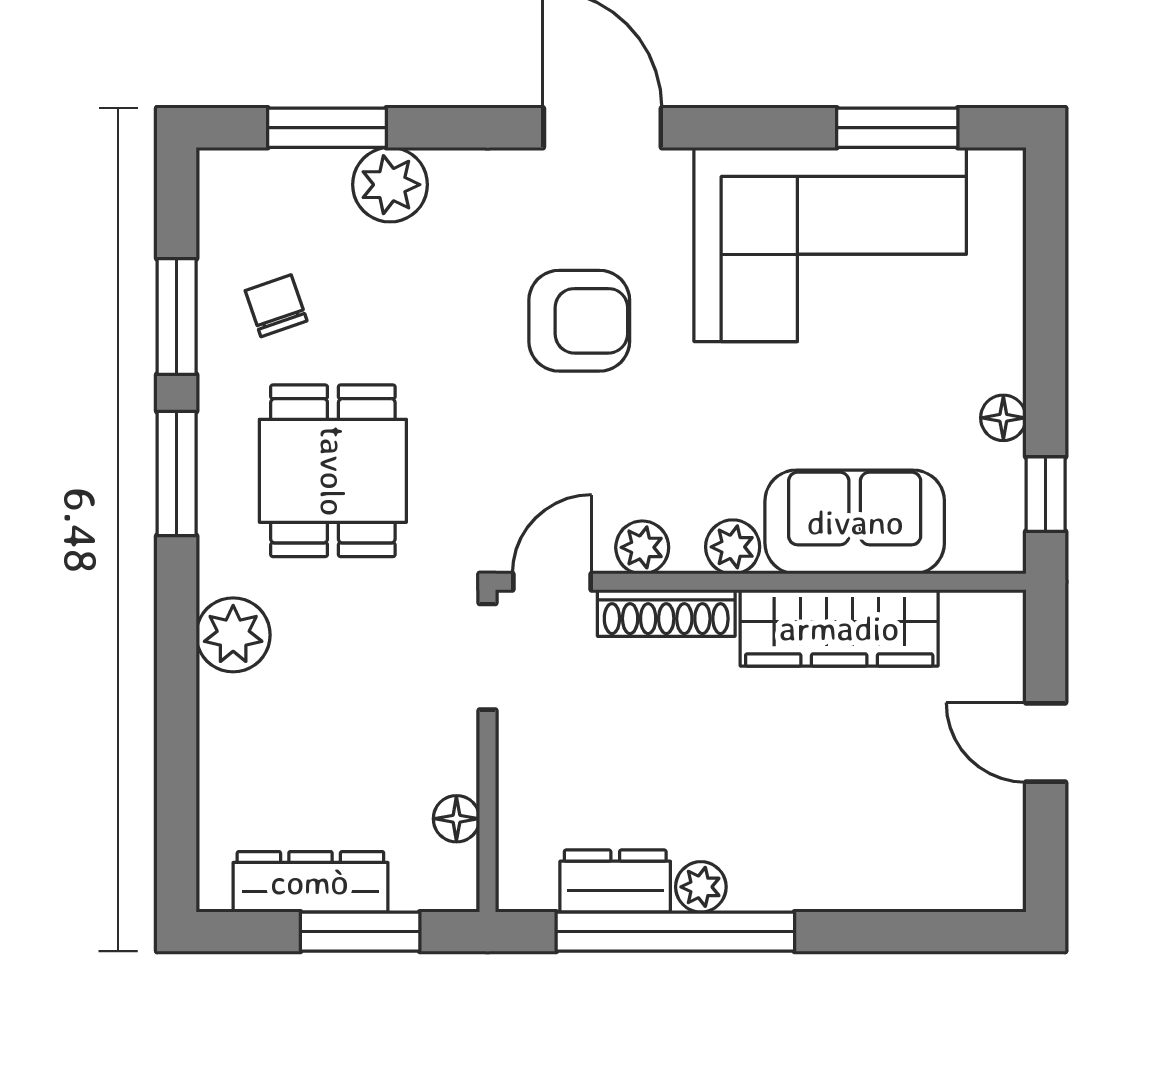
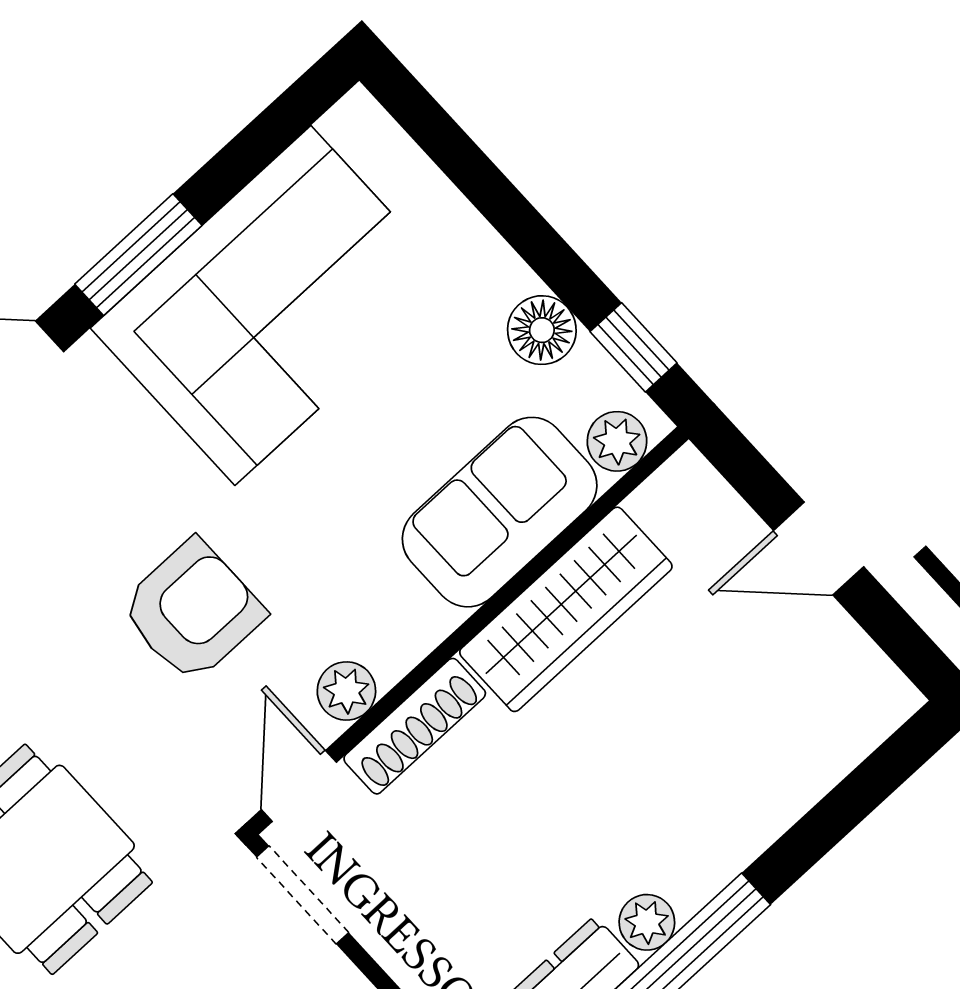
window: (897, 128) -> (138, 255), moved
armchair: (579, 321) -> (192, 611), moved
floor lamp: (1003, 418) -> (542, 330), width x1.37, depth x1.37
plant: (733, 547) -> (617, 441), moved

